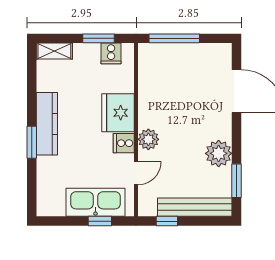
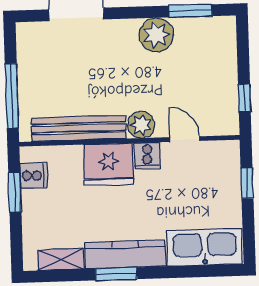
shelving: (54, 51) -> (61, 260), moved, turned 90
window: (32, 142) -> (116, 274), moved
kitchen sink: (96, 202) -> (205, 247), moved, turned 90
bench: (195, 207) -> (79, 128), moved, turned 90

